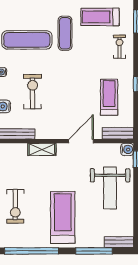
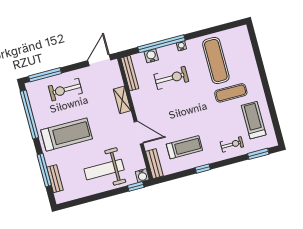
bench: (119, 242) -> (55, 179), moved

